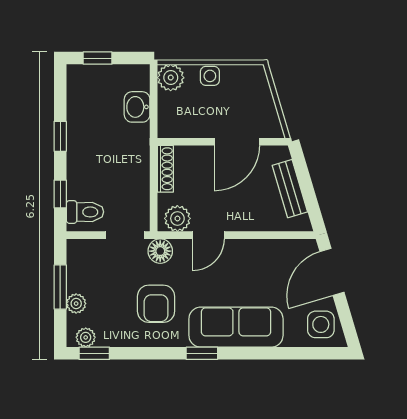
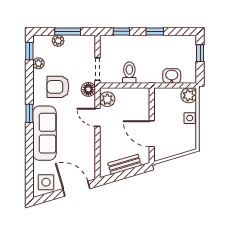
shoe rack: (165, 169) -> (136, 92), removed
toilet: (85, 212) -> (129, 73), moved, turned 180
plant: (86, 337) -> (38, 63), moved

